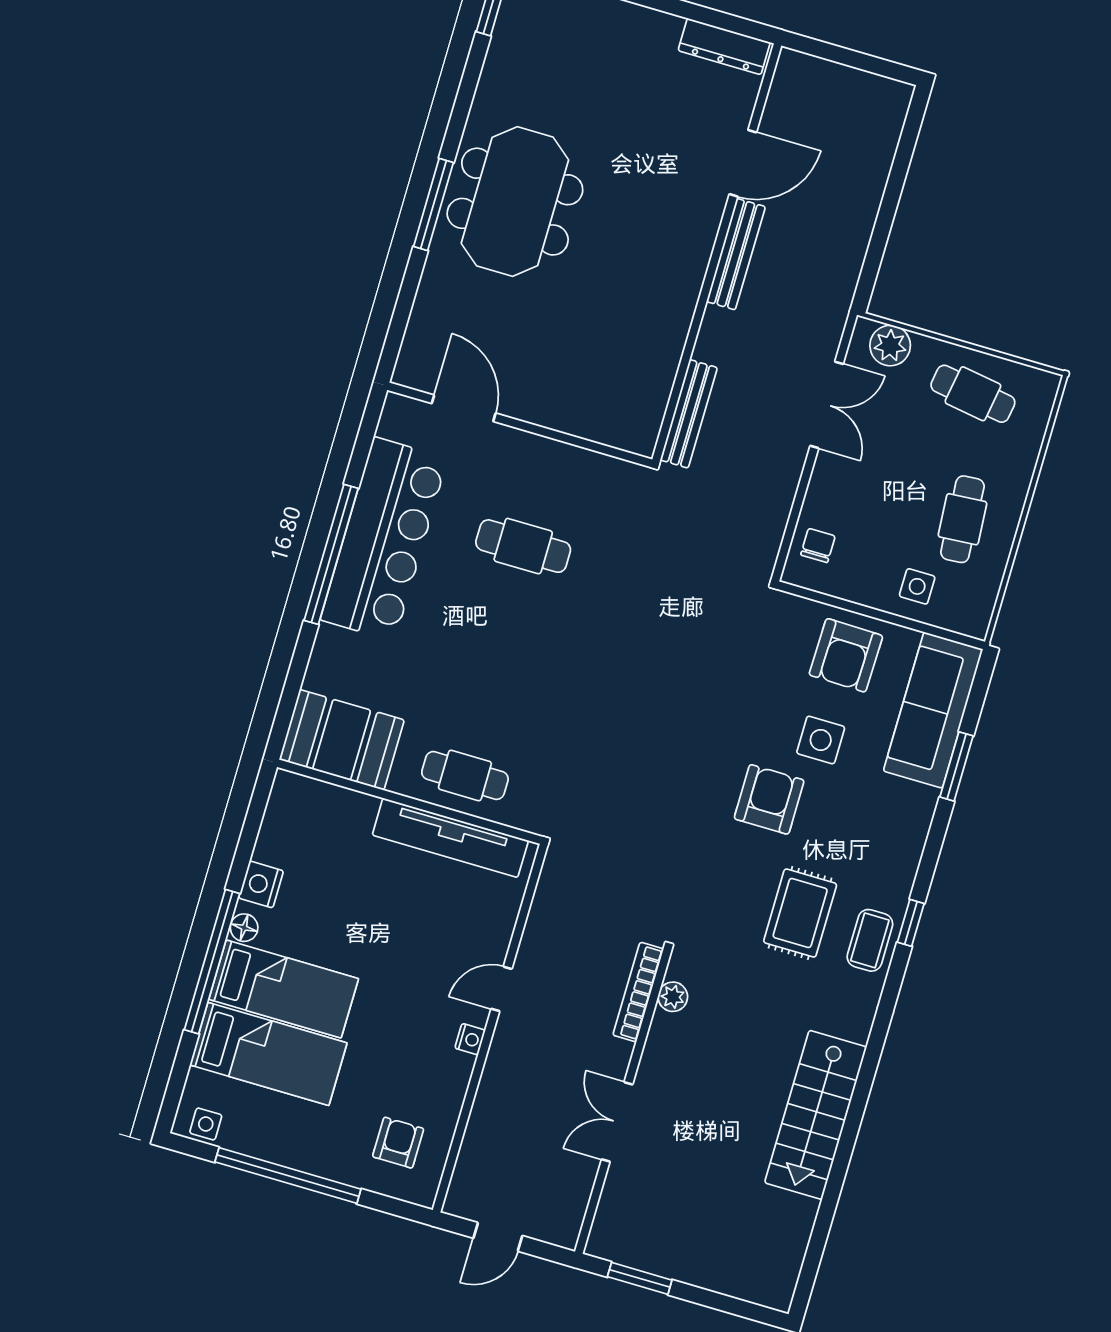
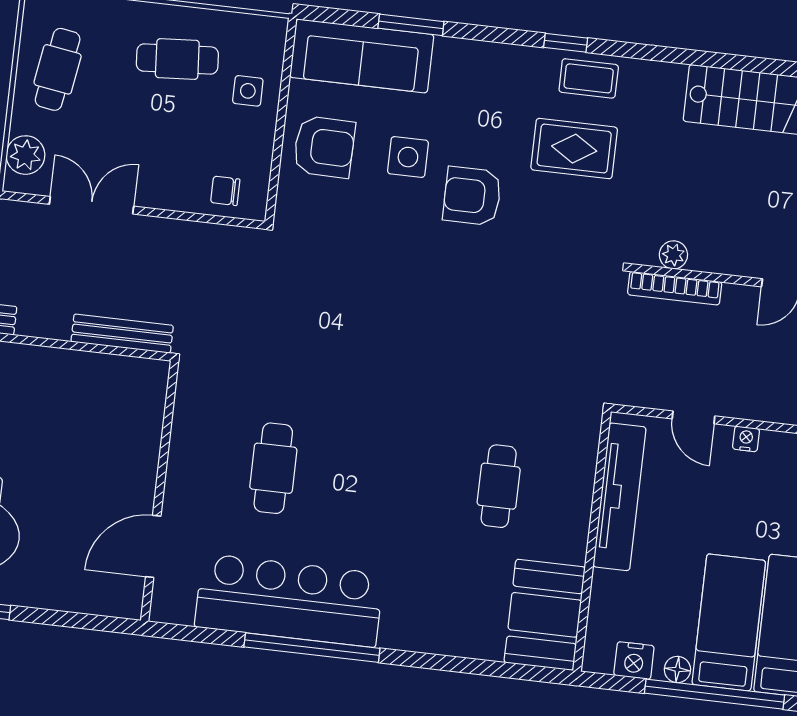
booth: (342, 740) -> (545, 615), moved
wall: (409, 802) -> (592, 541), moved
tv unit: (450, 838) -> (619, 497), moved

